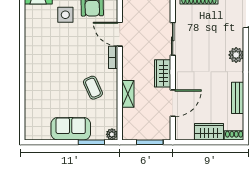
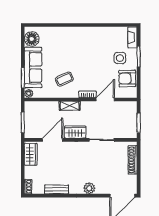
shelving: (128, 94) -> (70, 106), moved
door: (173, 103) -> (53, 140), swing flipped
sofa: (71, 129) -> (33, 67), width x1.36
floor lamp: (40, 130) -> (32, 39), added
wardrobe: (209, 132) -> (31, 154), moved

